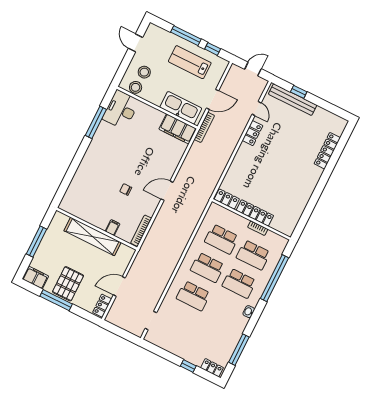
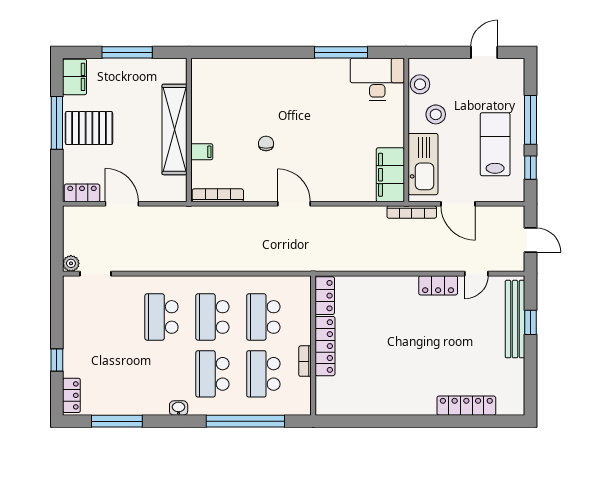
stool: (144, 72) -> (436, 114), moved
plant: (138, 331) -> (71, 263), added

